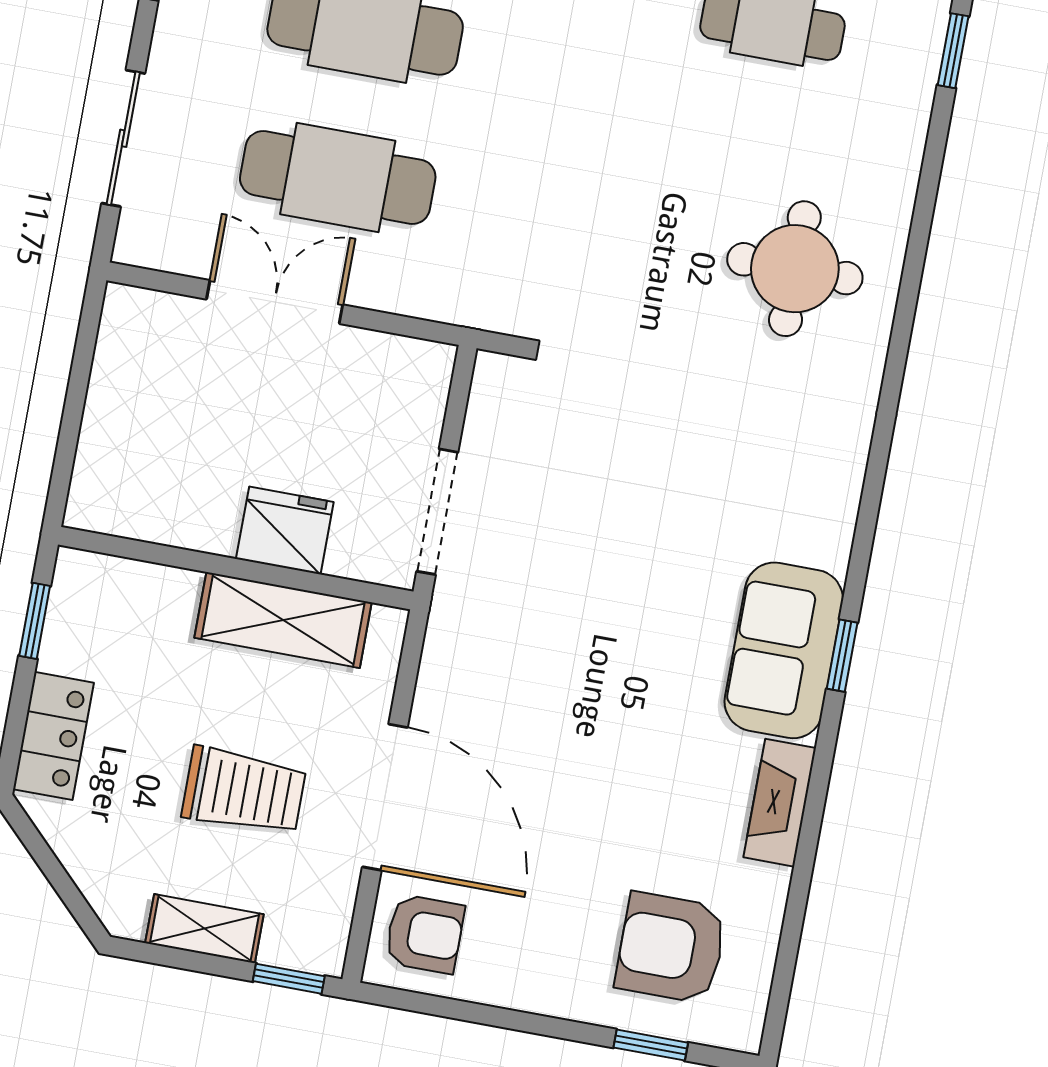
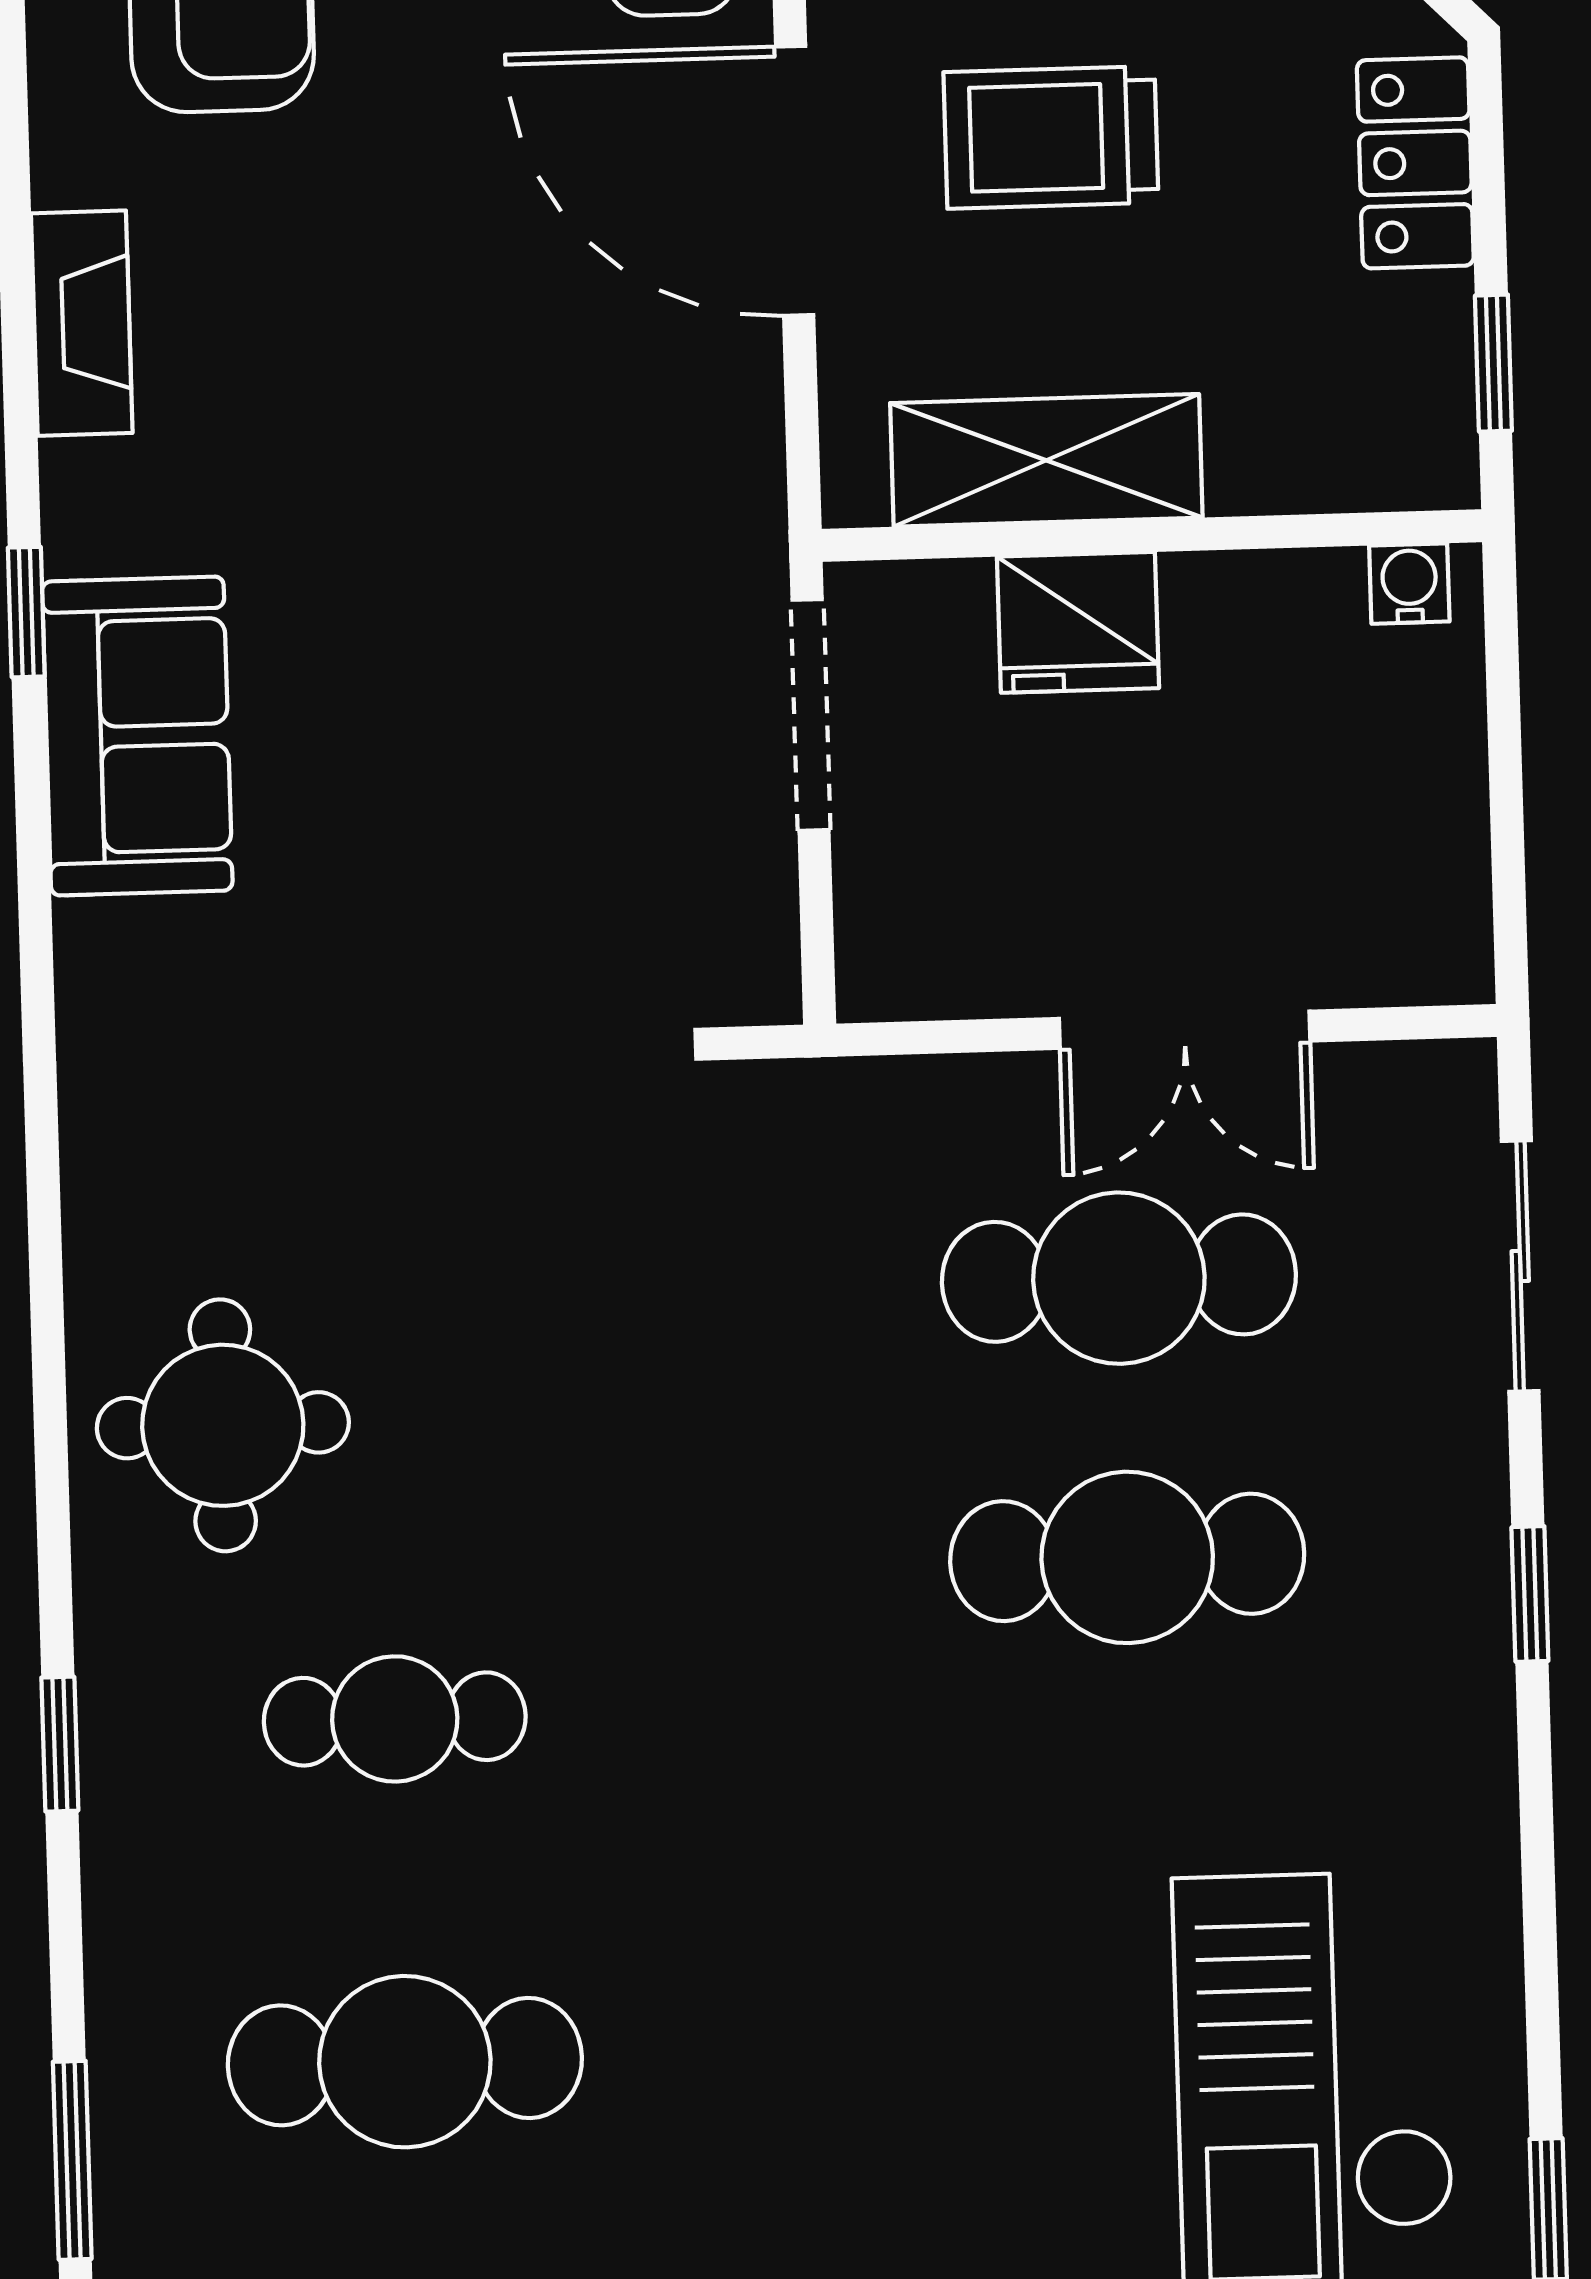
round table: (795, 269) -> (223, 1425), moved
water cooler: (104, 513) -> (1409, 584), added
sofa: (784, 650) -> (137, 736), moved

